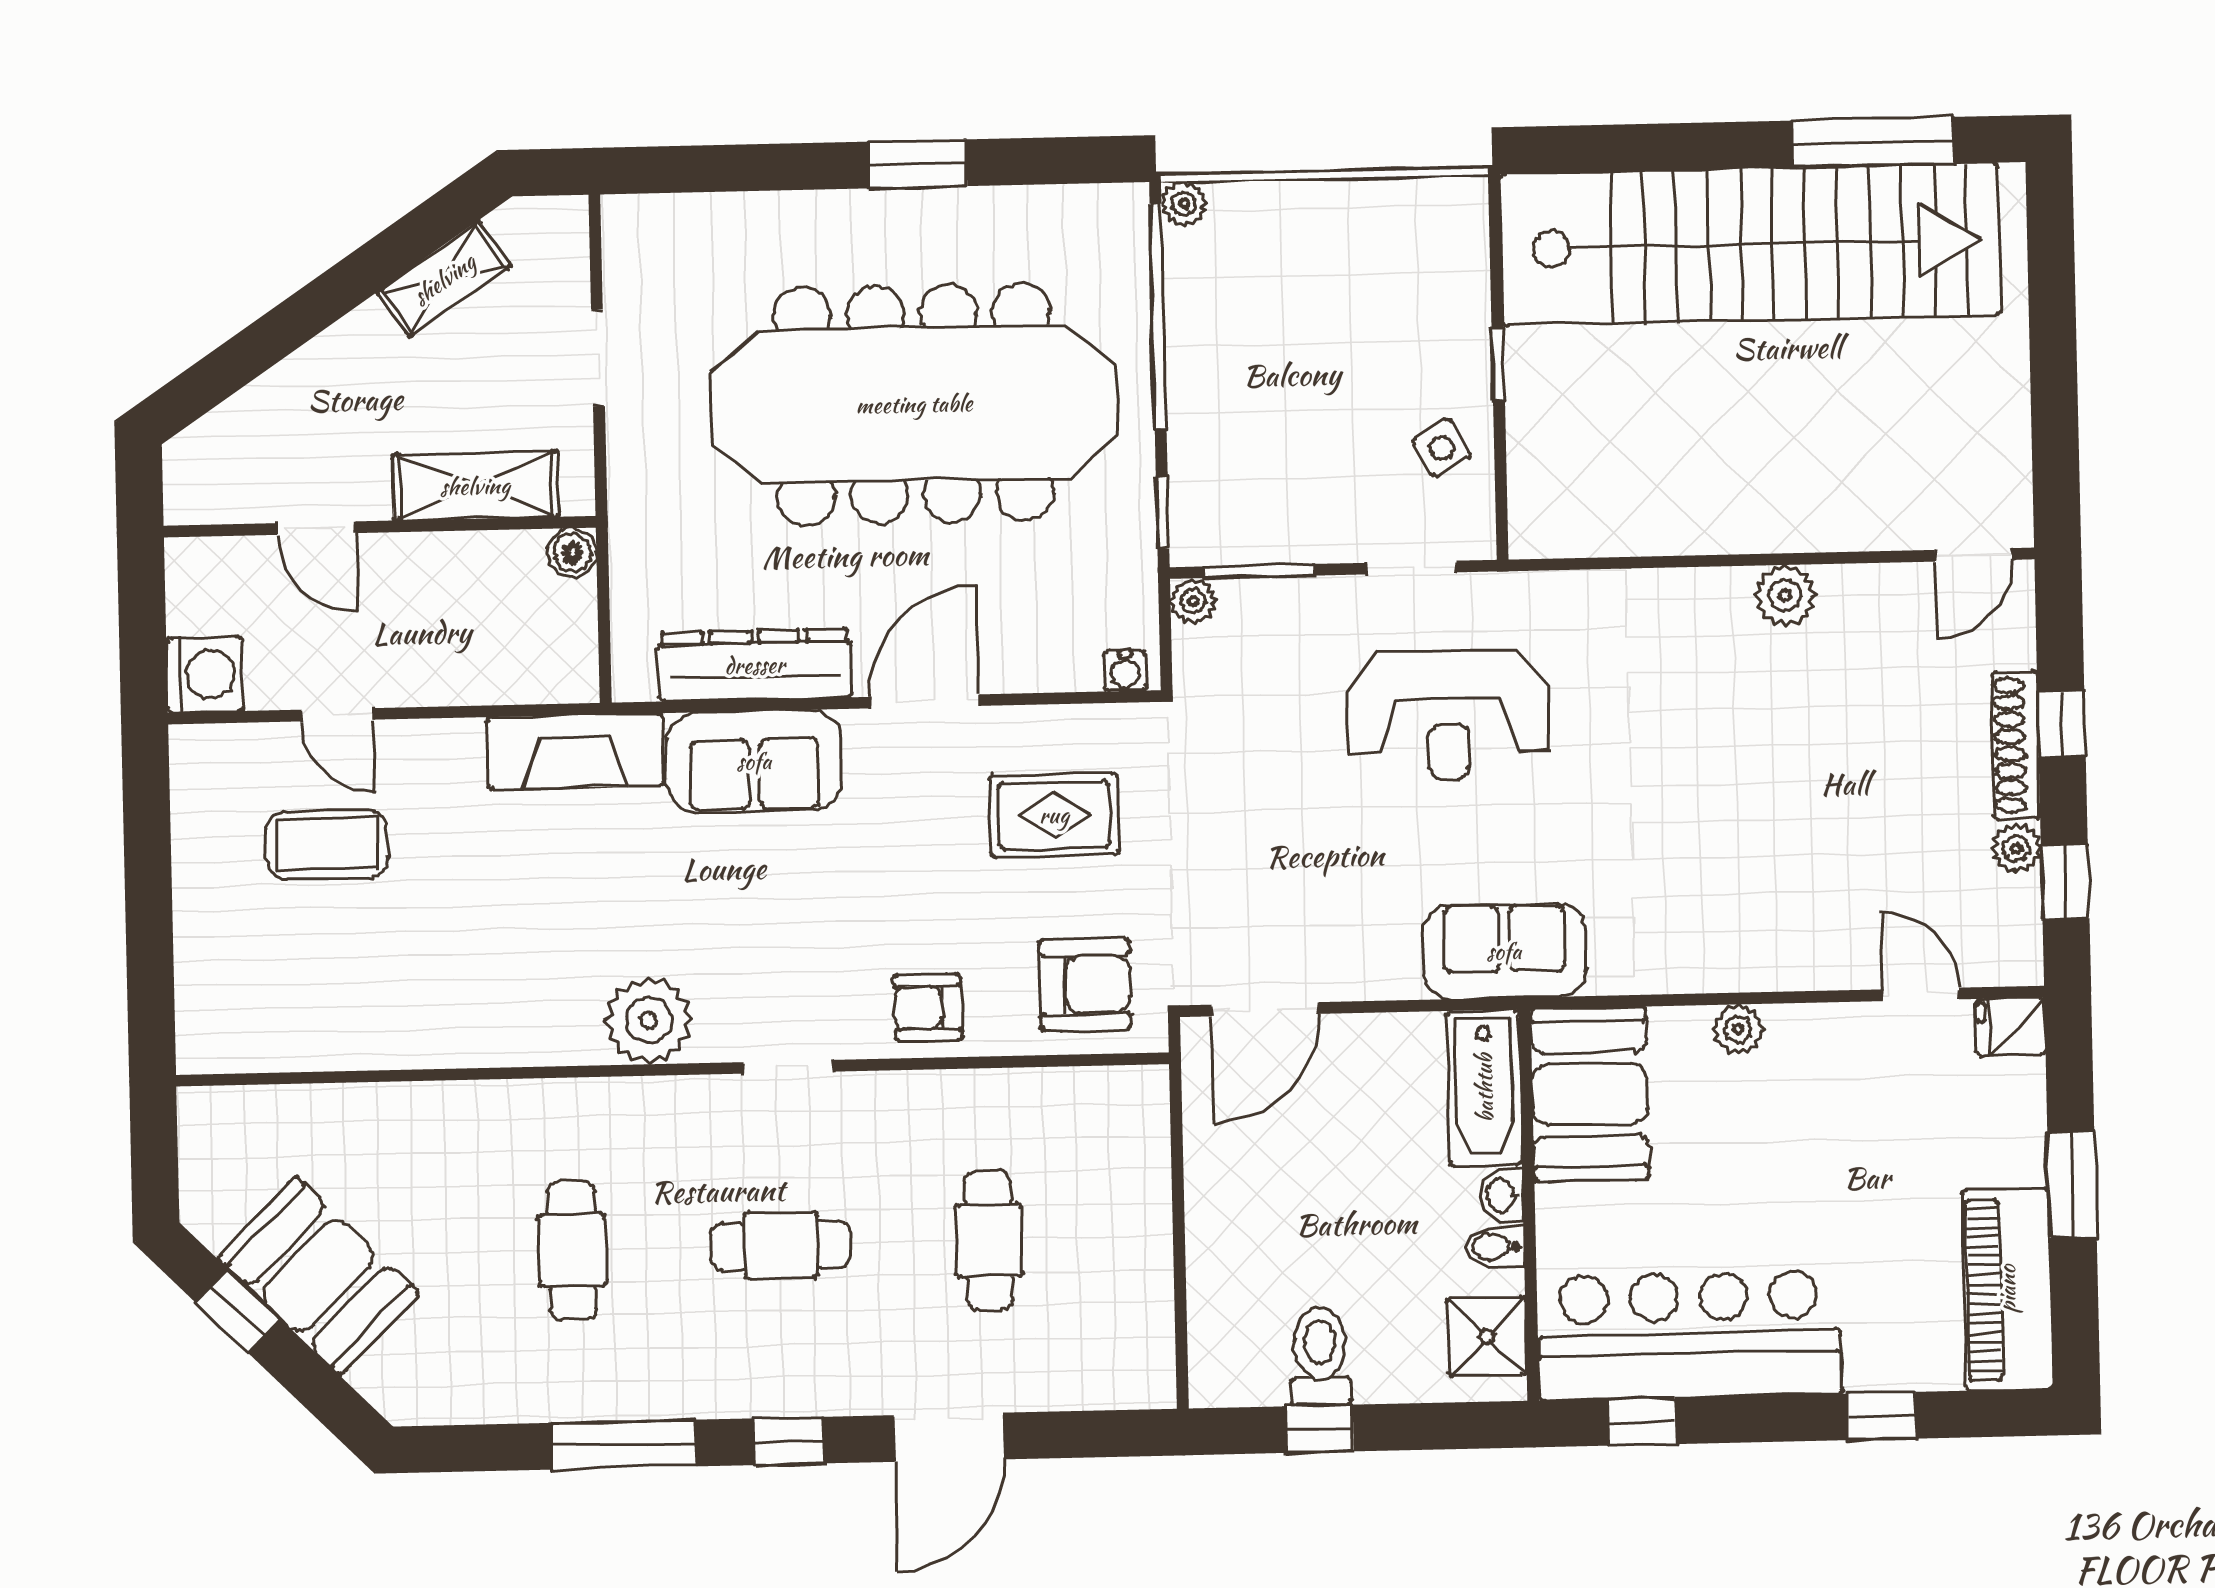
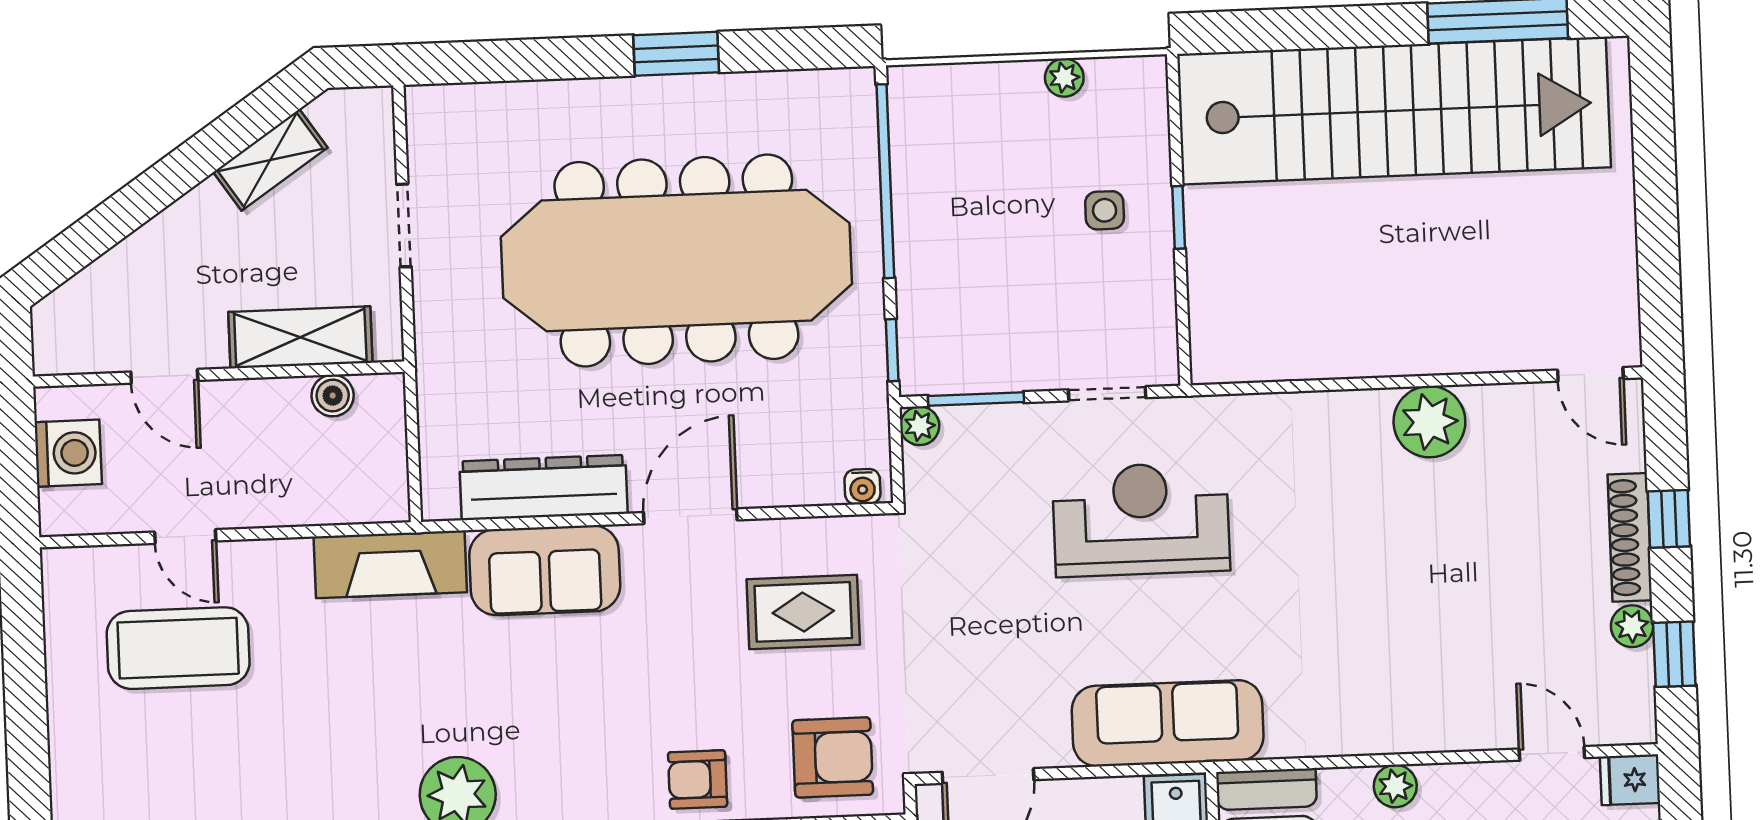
plant: (1184, 204) -> (1064, 78), moved
side table: (1441, 448) -> (1105, 210), moved, turned 30
boiler: (572, 553) -> (333, 396), moved
door: (1973, 555) -> (1590, 374), hinge flipped
plant: (1785, 595) -> (1429, 422), width x1.36, depth x1.36
washing machine: (204, 674) -> (68, 453), moved
reception desk: (1448, 714) -> (1141, 519), turned 180
coffee table: (327, 844) -> (178, 648), width x1.36, depth x1.32
sofa: (1504, 951) -> (1168, 723), width x1.36

